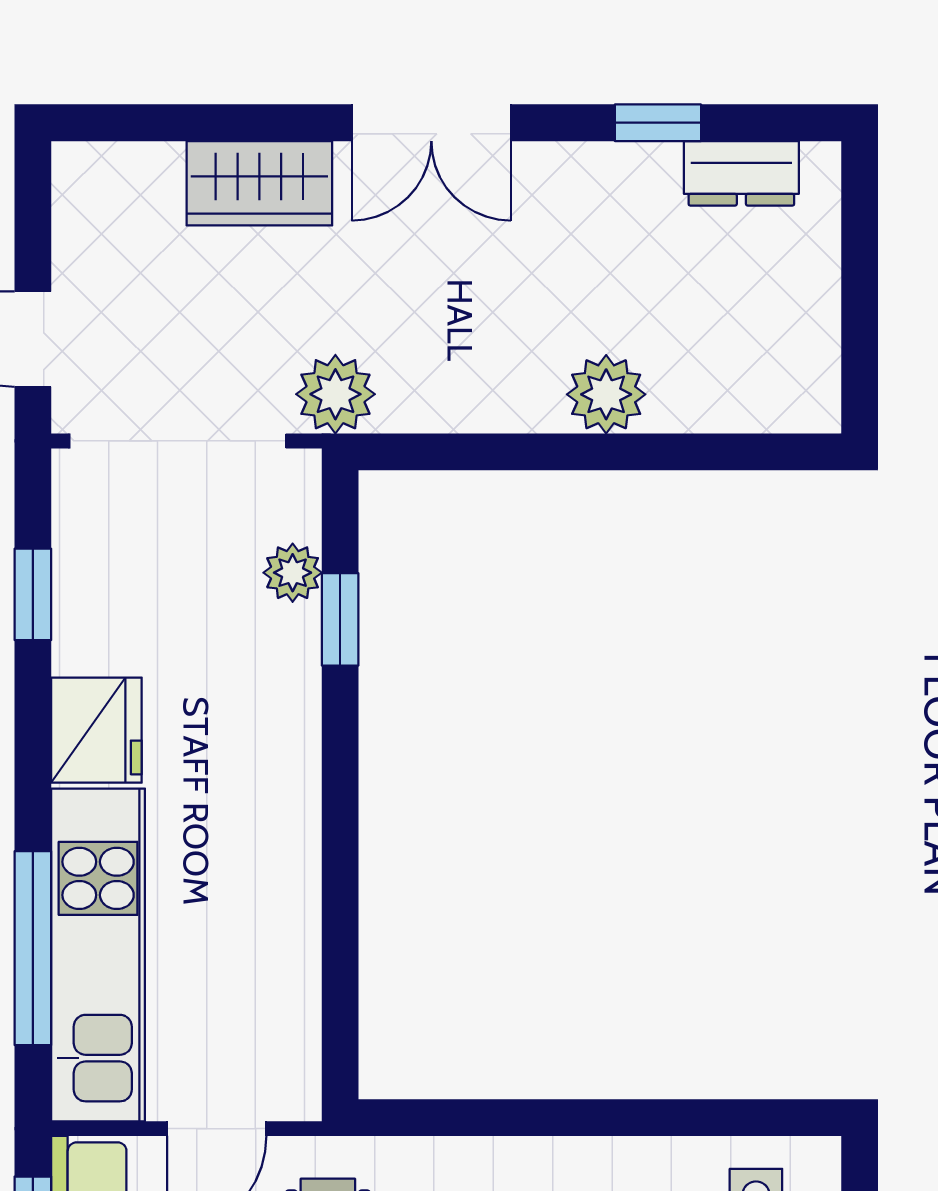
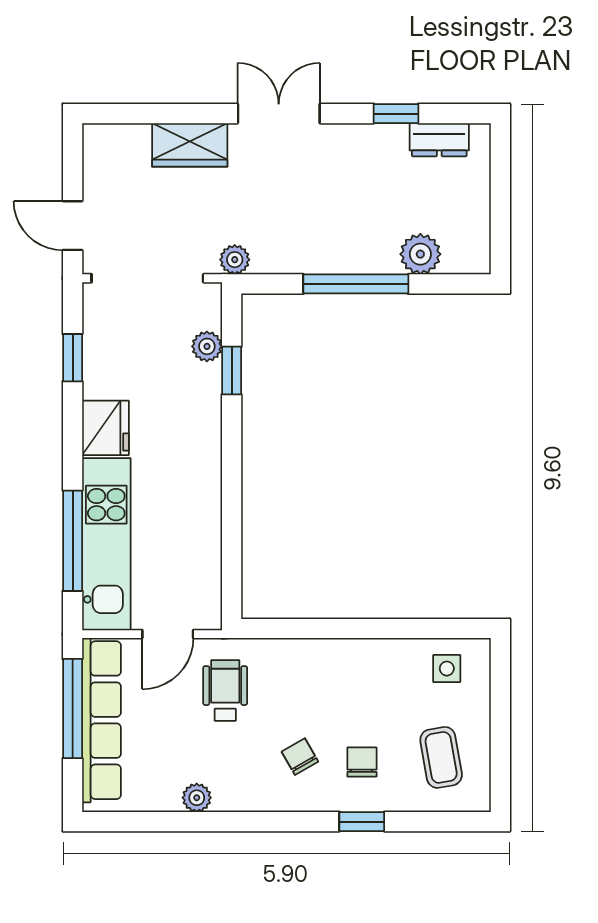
double door: (431, 123) -> (279, 114), swing flipped
plant: (335, 394) -> (235, 260), width x0.73, depth x0.73
plant: (606, 394) -> (420, 254), moved
window: (580, 452) -> (356, 284), added

